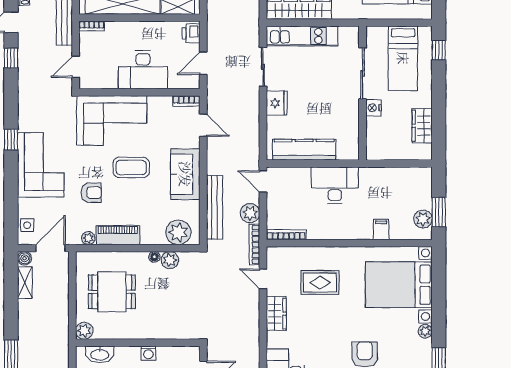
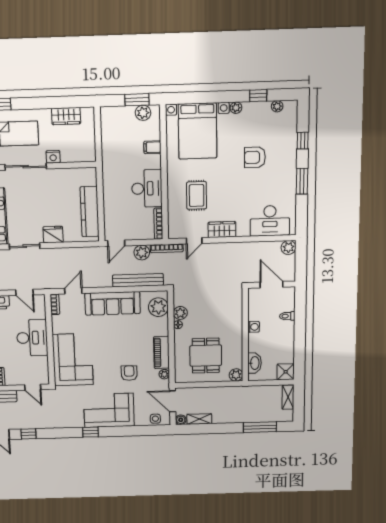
coffee table: (131, 167) -> (109, 344), removed
sofa: (185, 174) -> (113, 303), width x1.36
desk: (335, 185) -> (147, 188), moved, turned 180

